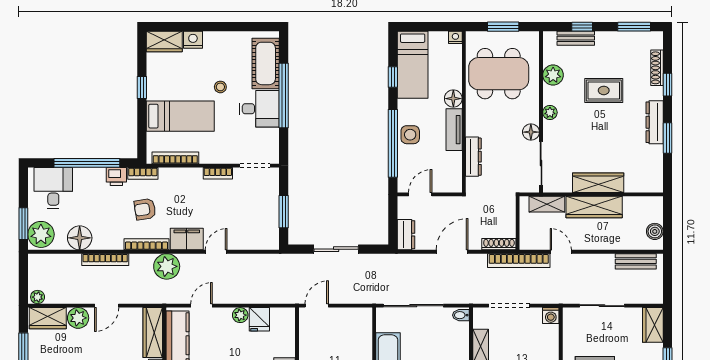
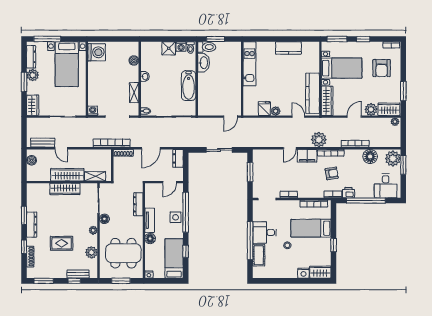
cot: (266, 63) -> (259, 255), width x0.73, depth x0.75
door: (561, 252) -> (61, 148), moved
door: (202, 306) -> (298, 117), swing flipped

